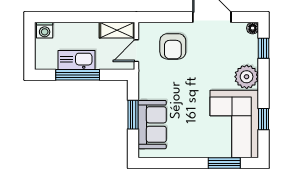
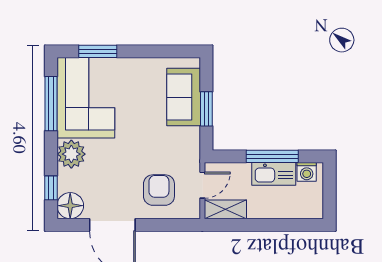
floor lamp: (253, 28) -> (70, 206), width x1.89, depth x1.89
washing machine: (45, 30) -> (307, 172), moved, turned 180
window: (264, 119) -> (51, 104), width x2.17

